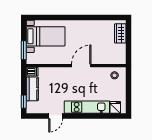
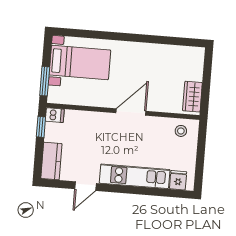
wardrobe: (120, 33) -> (192, 97), moved
kitchen counter: (32, 89) -> (51, 161), moved
window: (24, 102) -> (41, 127), moved

